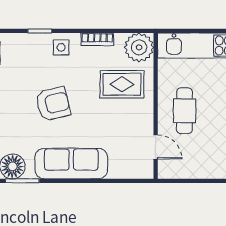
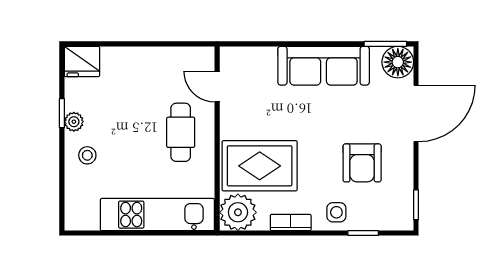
rug: (122, 84) -> (260, 166), width x1.36, depth x1.43
armchair: (53, 104) -> (362, 163), moved, turned -77

